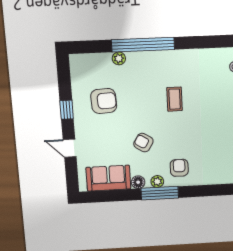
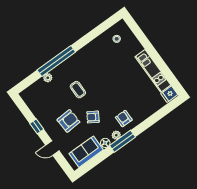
coffee table: (175, 99) -> (78, 90), moved
armchair: (104, 101) -> (68, 121), moved

